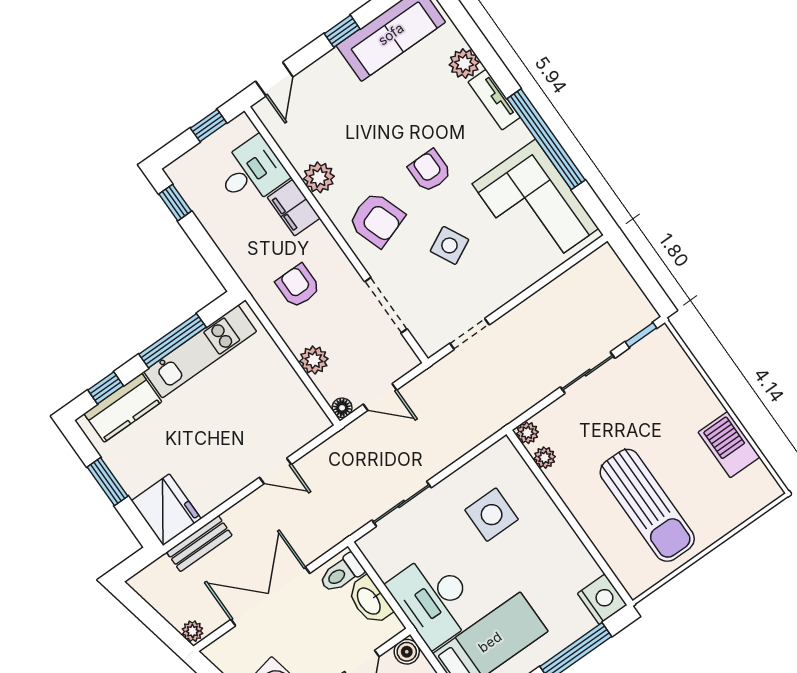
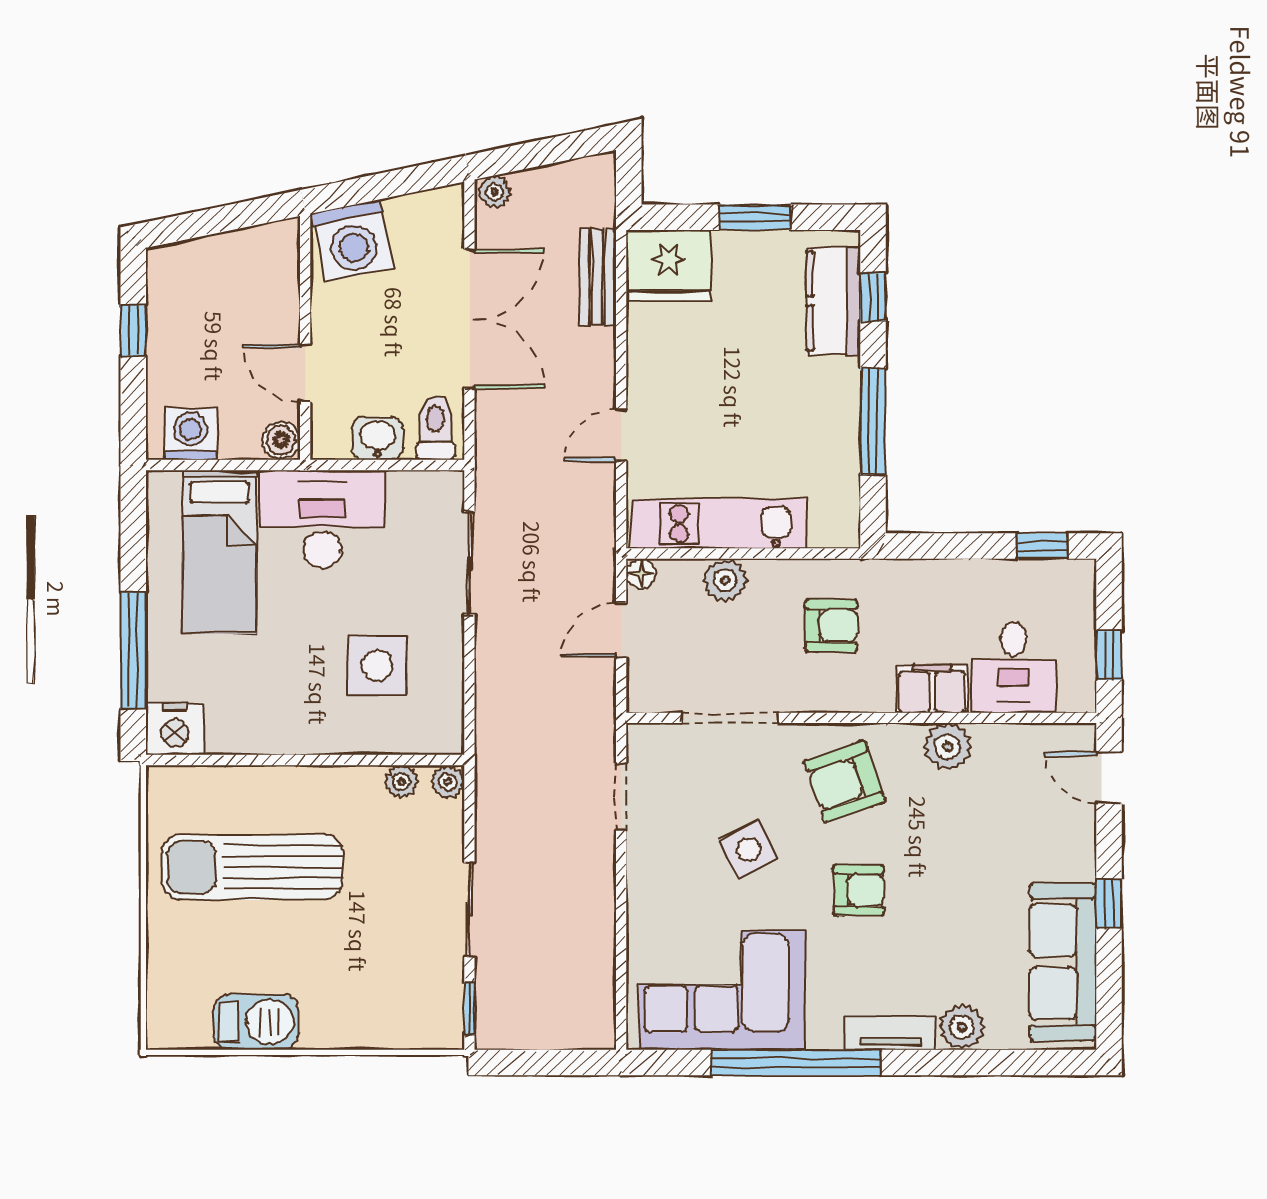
kitchen unit: (200, 351) -> (720, 524), moved, turned 90
washbasin: (369, 601) -> (377, 438), width x0.72

